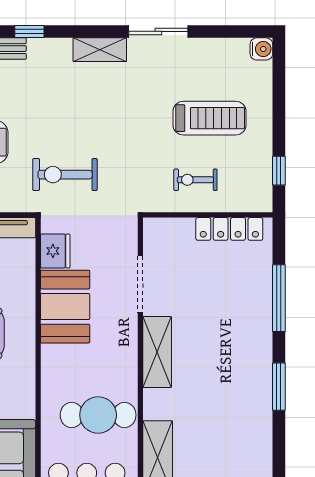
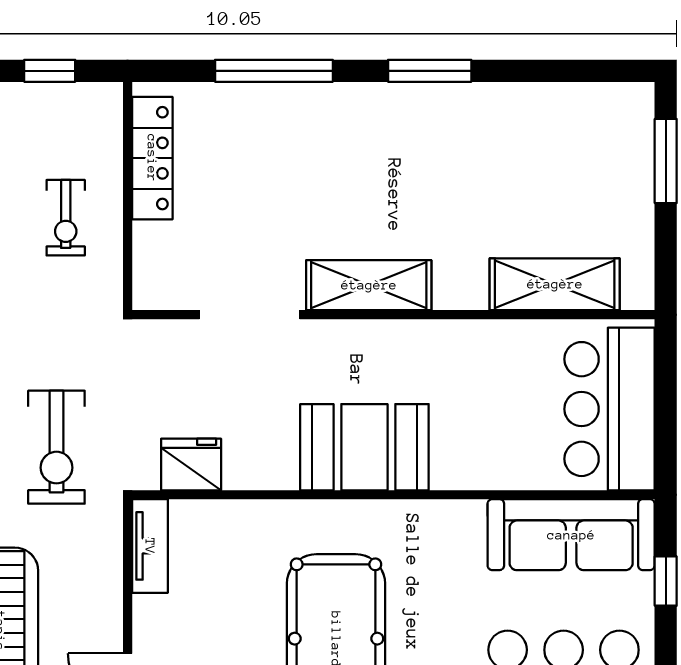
booth: (65, 307) -> (364, 447), moved
cafe table: (98, 415) -> (480, 389), removed

